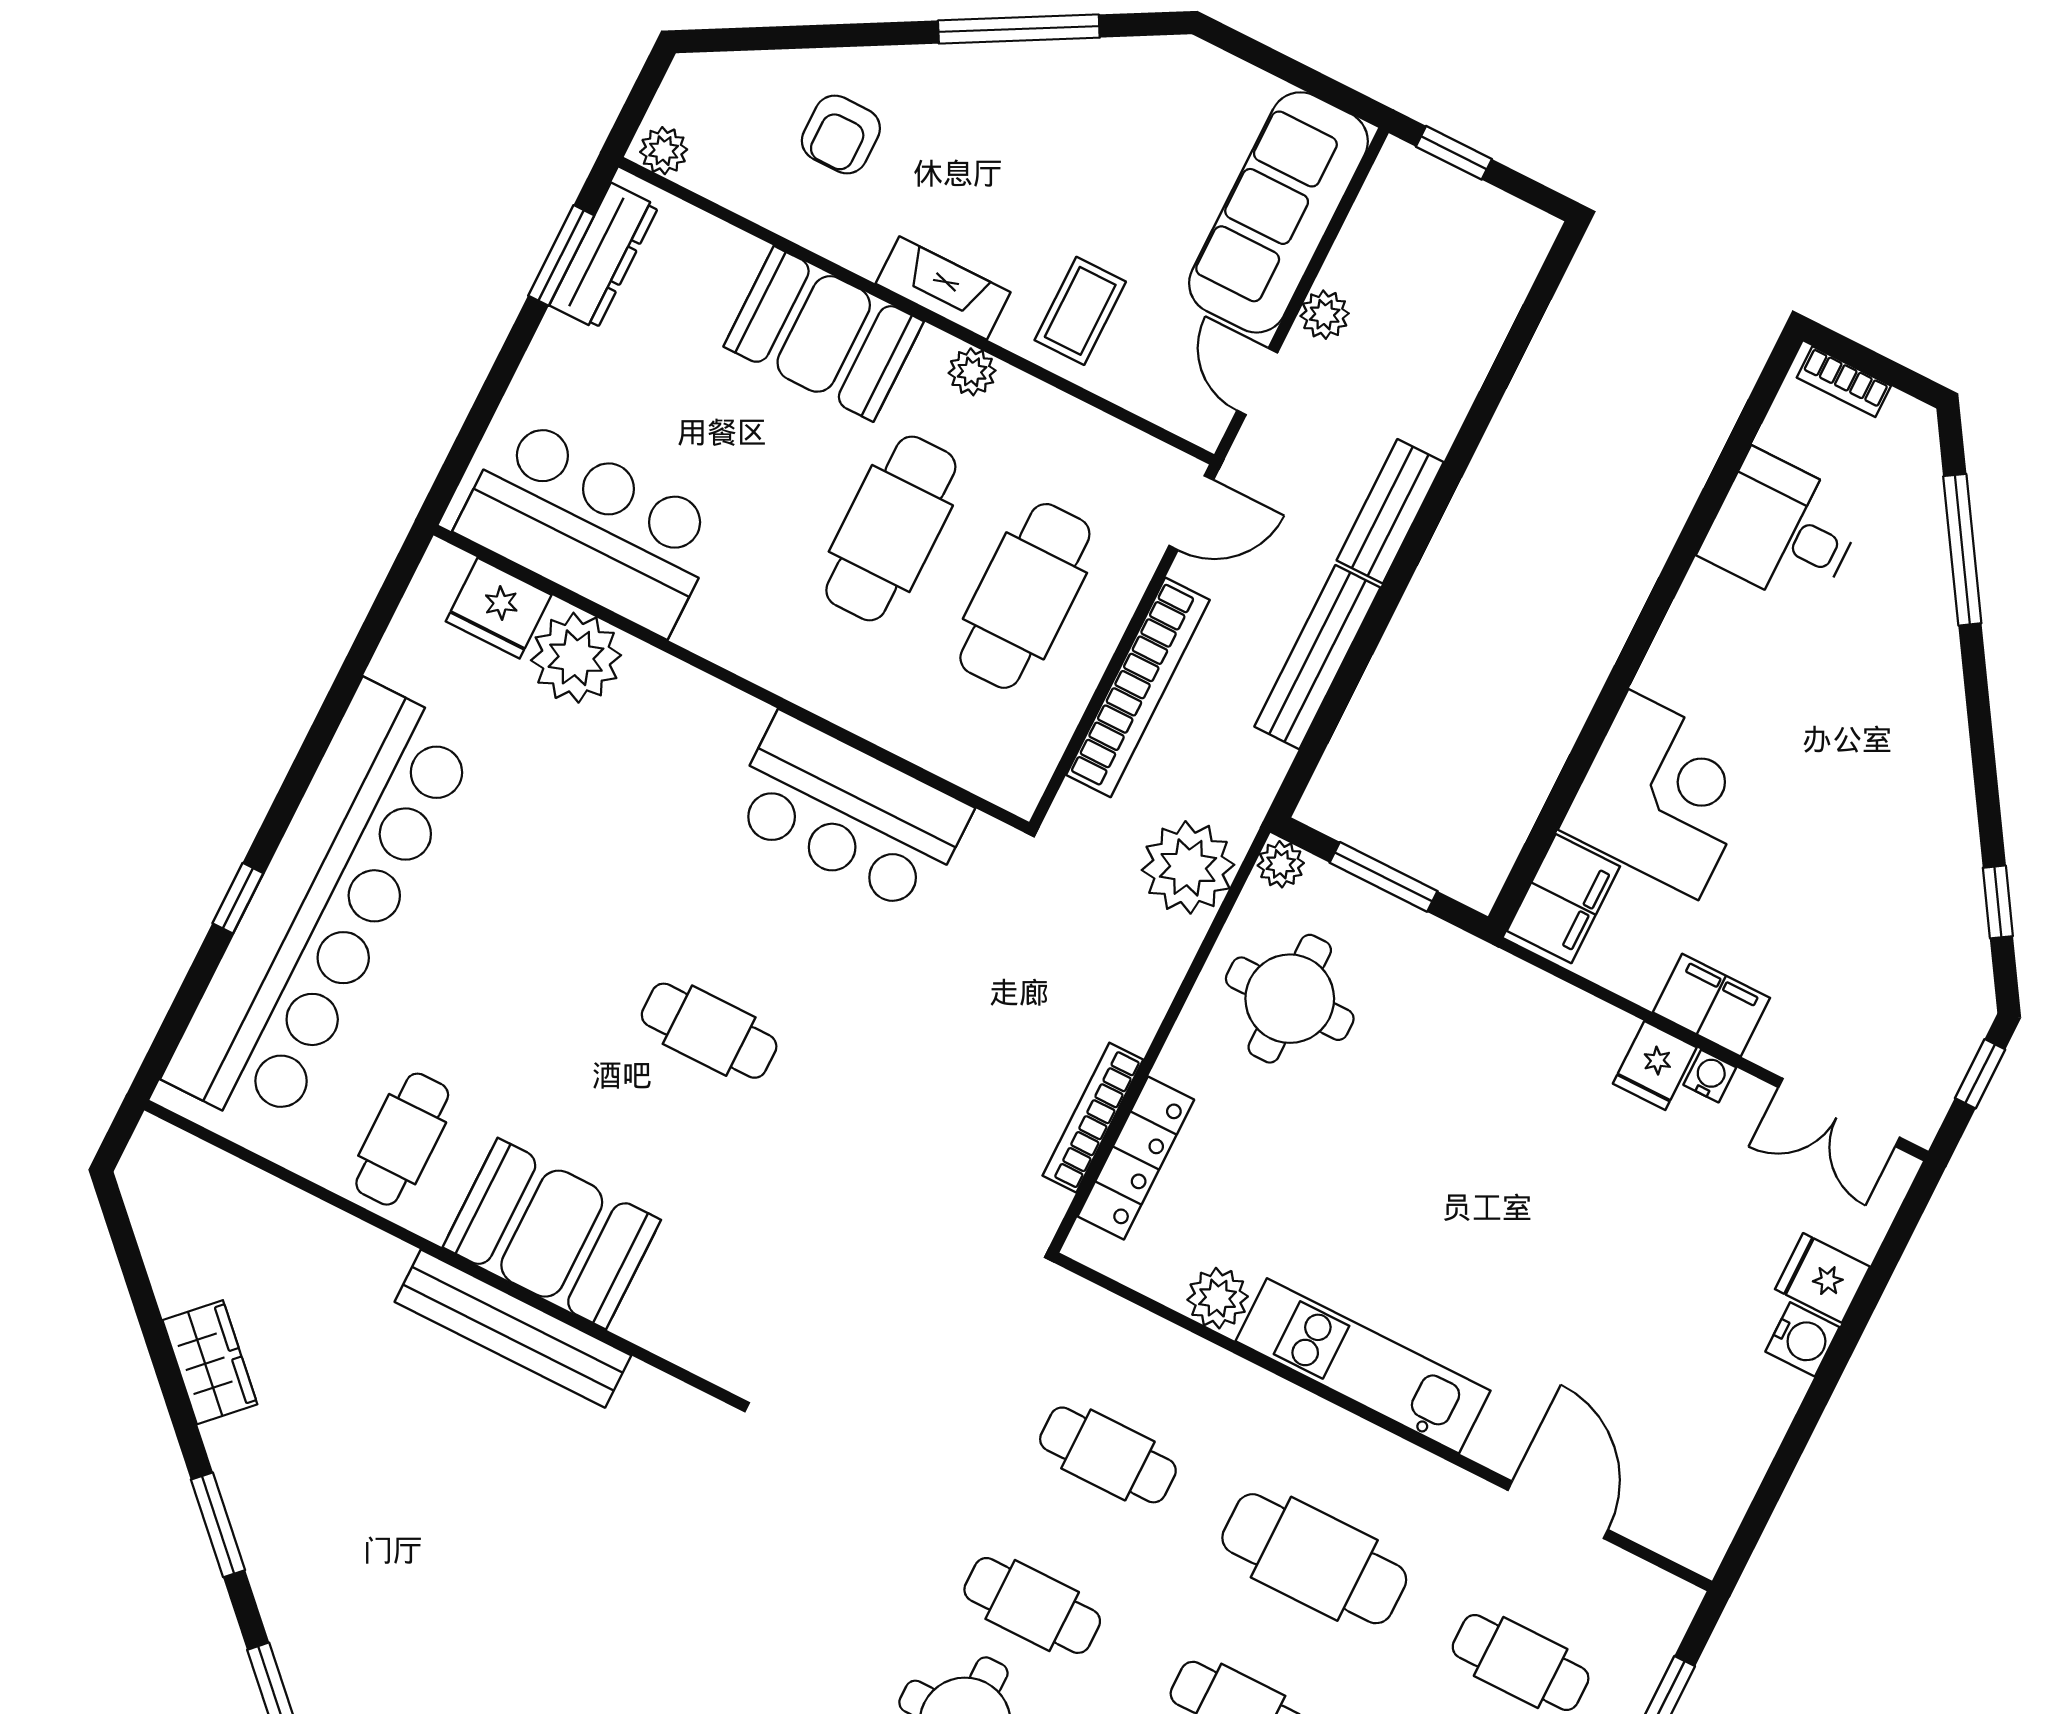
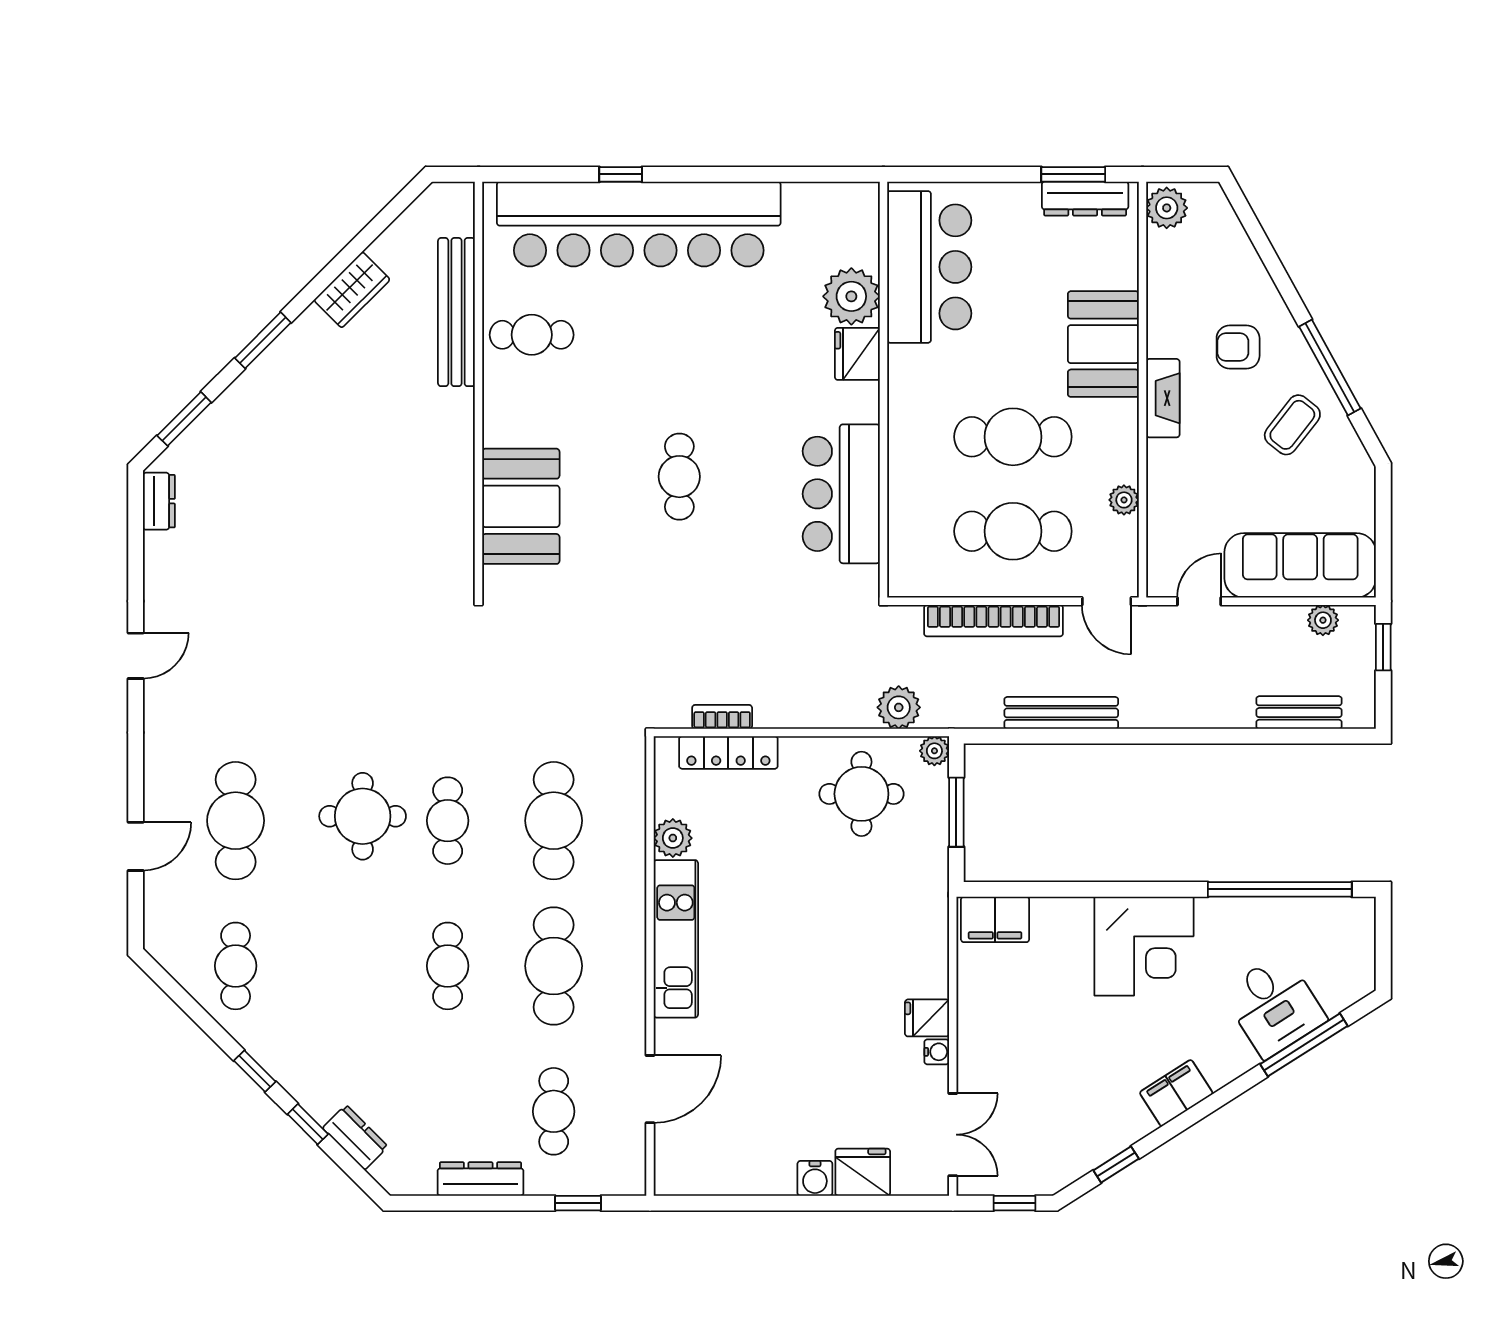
armchair: (841, 134) -> (1238, 347), moved
plant: (664, 151) -> (1167, 208), width x1.38, depth x1.38
coffee table: (1080, 311) -> (1292, 425), moved, turned -52
plant: (1325, 315) -> (1323, 620), moved
plant: (972, 372) -> (1124, 500), moved
bookcase: (1844, 382) -> (1365, 931), removed
window: (1724, 473) -> (1280, 889), added
bench: (1390, 511) -> (1299, 713), moved
desk: (1783, 530) -> (1274, 1006), moved, turned 148
fridge: (499, 608) -> (857, 354), moved
corner desk: (1663, 795) -> (1144, 946), moved
plant: (1188, 867) -> (899, 707), width x0.73, depth x0.73
filing cabinet: (1711, 1005) -> (1176, 1093), moved, turned -122
double door: (1839, 1112) -> (953, 1135), swing flipped
bookcase: (1093, 1118) -> (722, 717), width x0.64
booth: (552, 1234) -> (521, 506), moved
fridge: (1822, 1278) -> (863, 1172), width x1.38
bench: (513, 1329) -> (456, 312), moved
cafe table: (1108, 1455) -> (554, 821), width x1.37, depth x1.35

